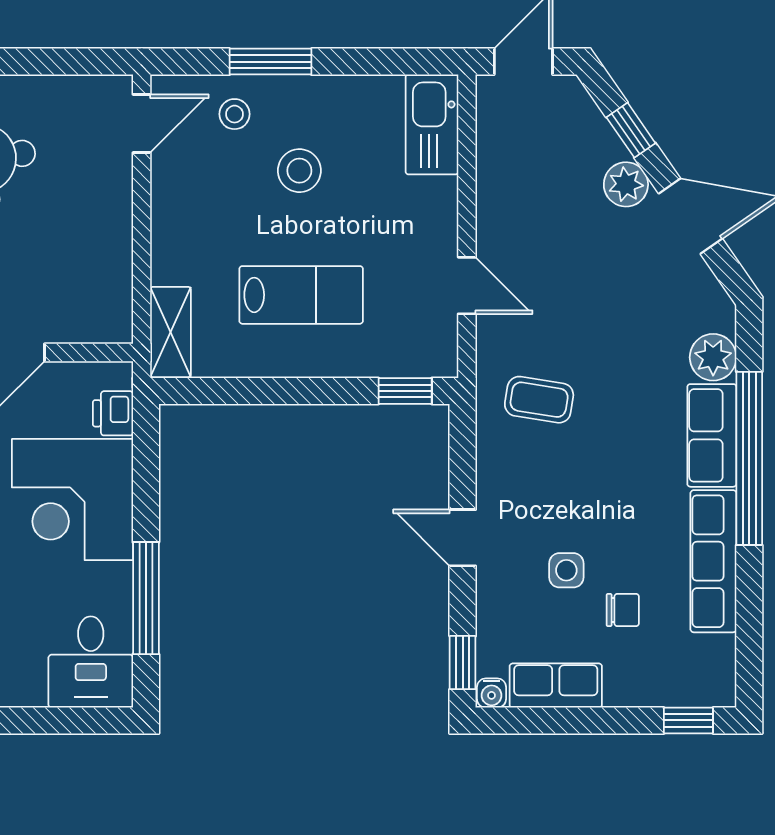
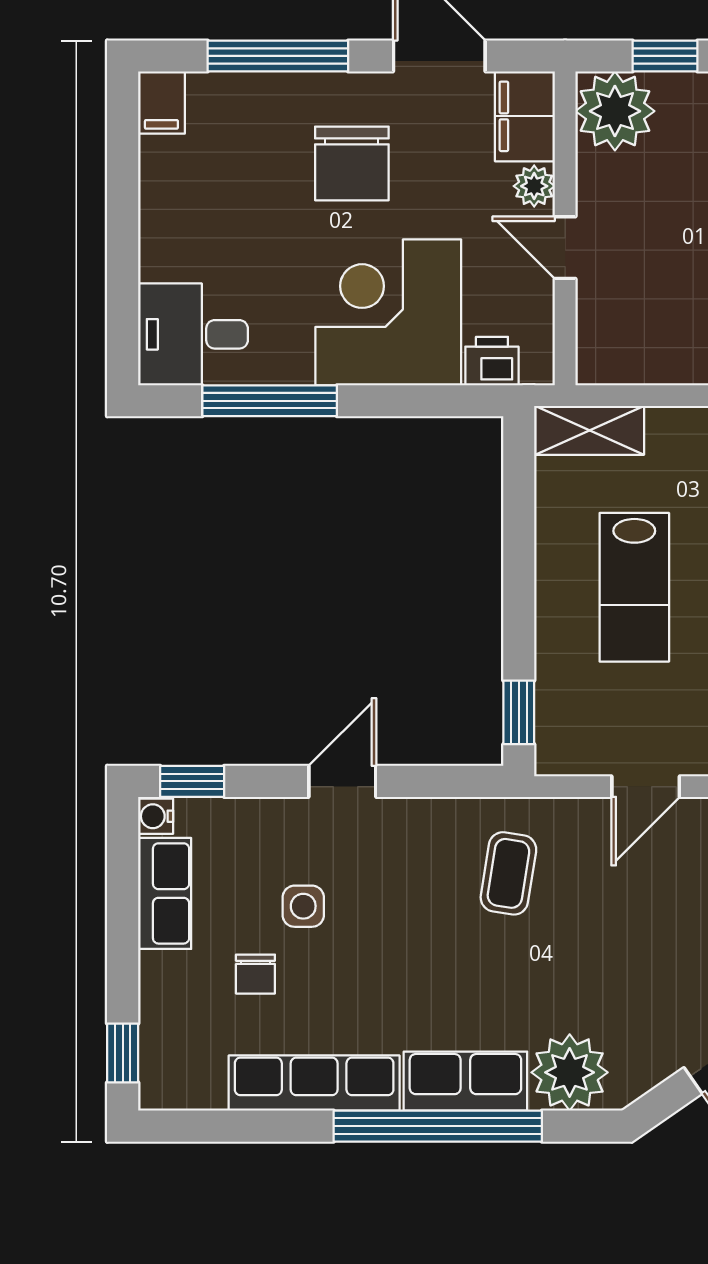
plant: (713, 357) -> (570, 1072), width x1.36, depth x1.36

